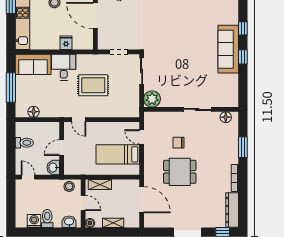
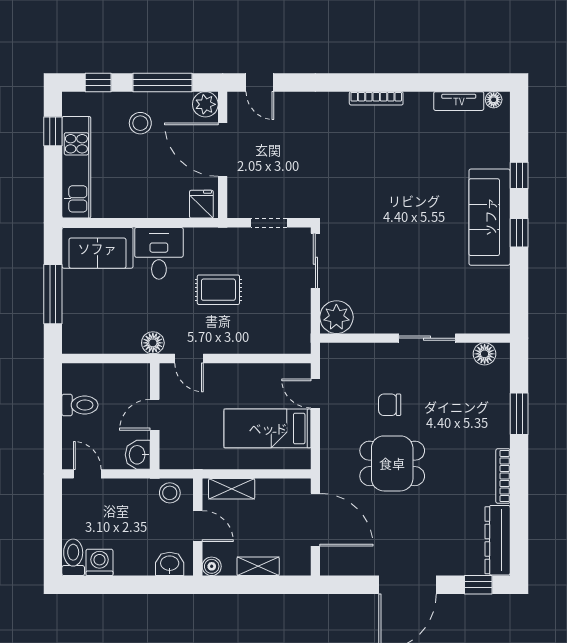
fridge: (66, 43) -> (201, 204), moved
rug: (93, 85) -> (218, 290), width x0.73, depth x0.70
floor lamp: (34, 112) -> (153, 343), moved
toilet: (47, 219) -> (73, 557), moved

